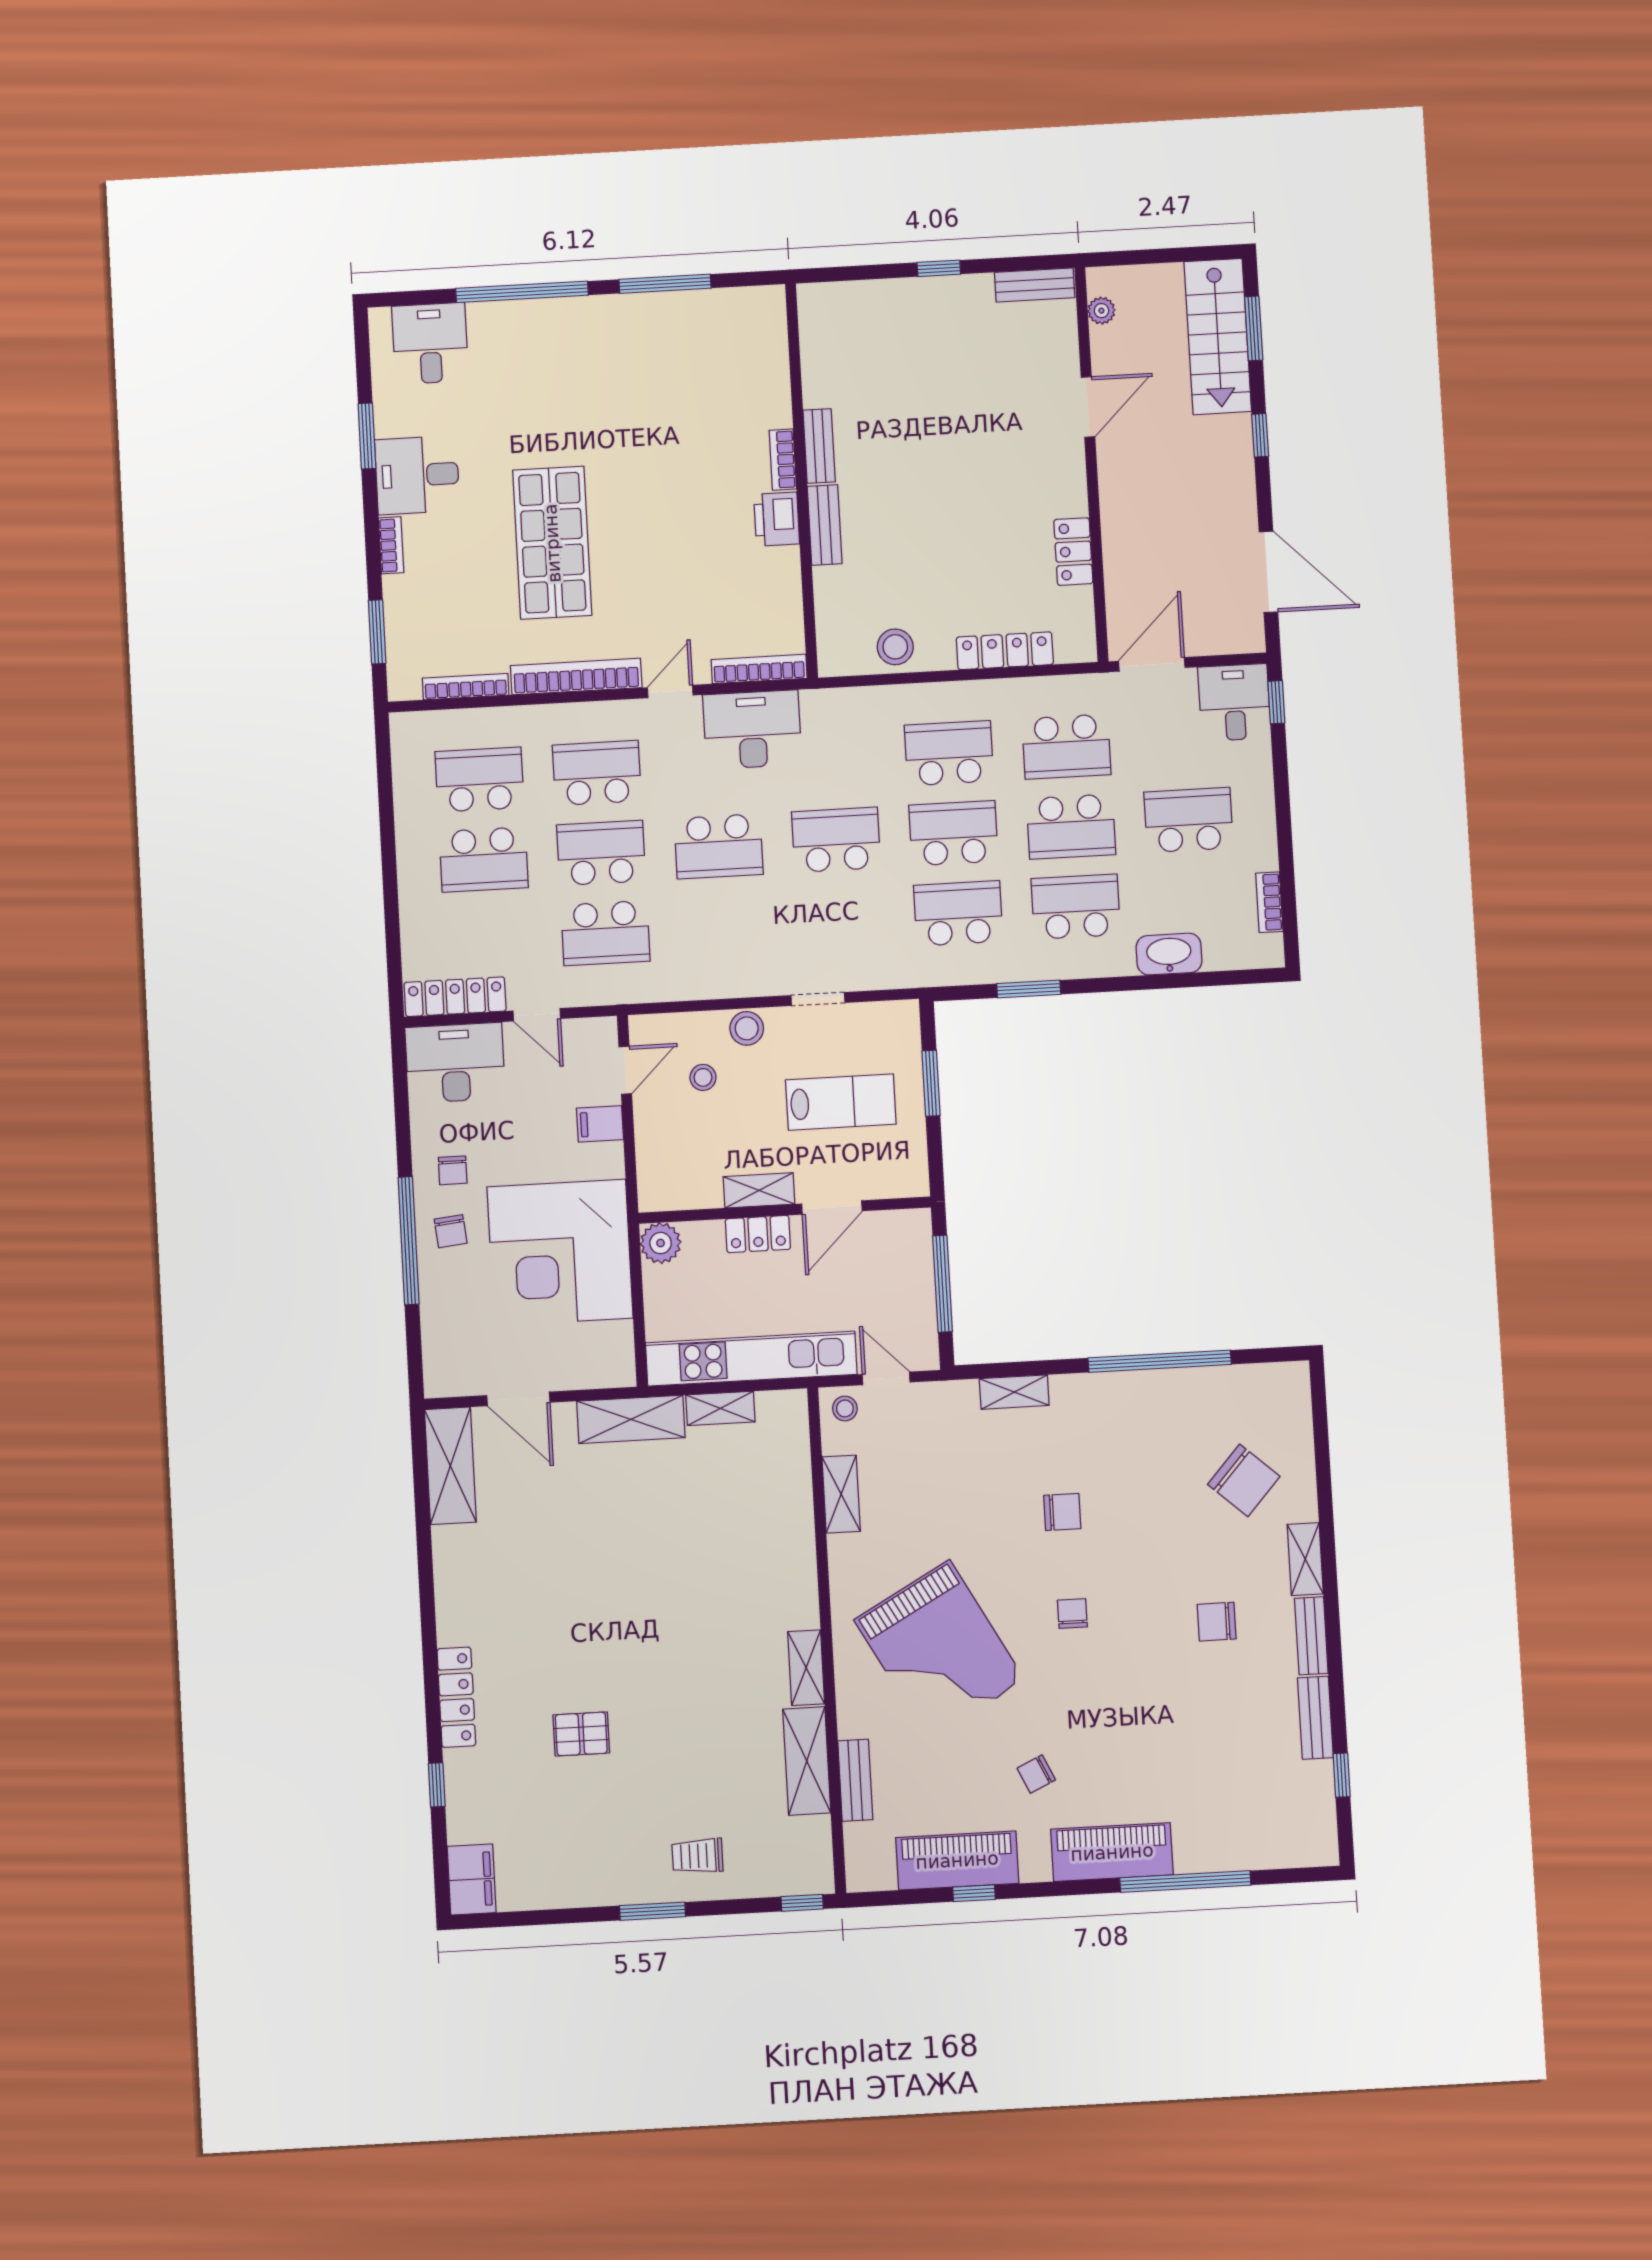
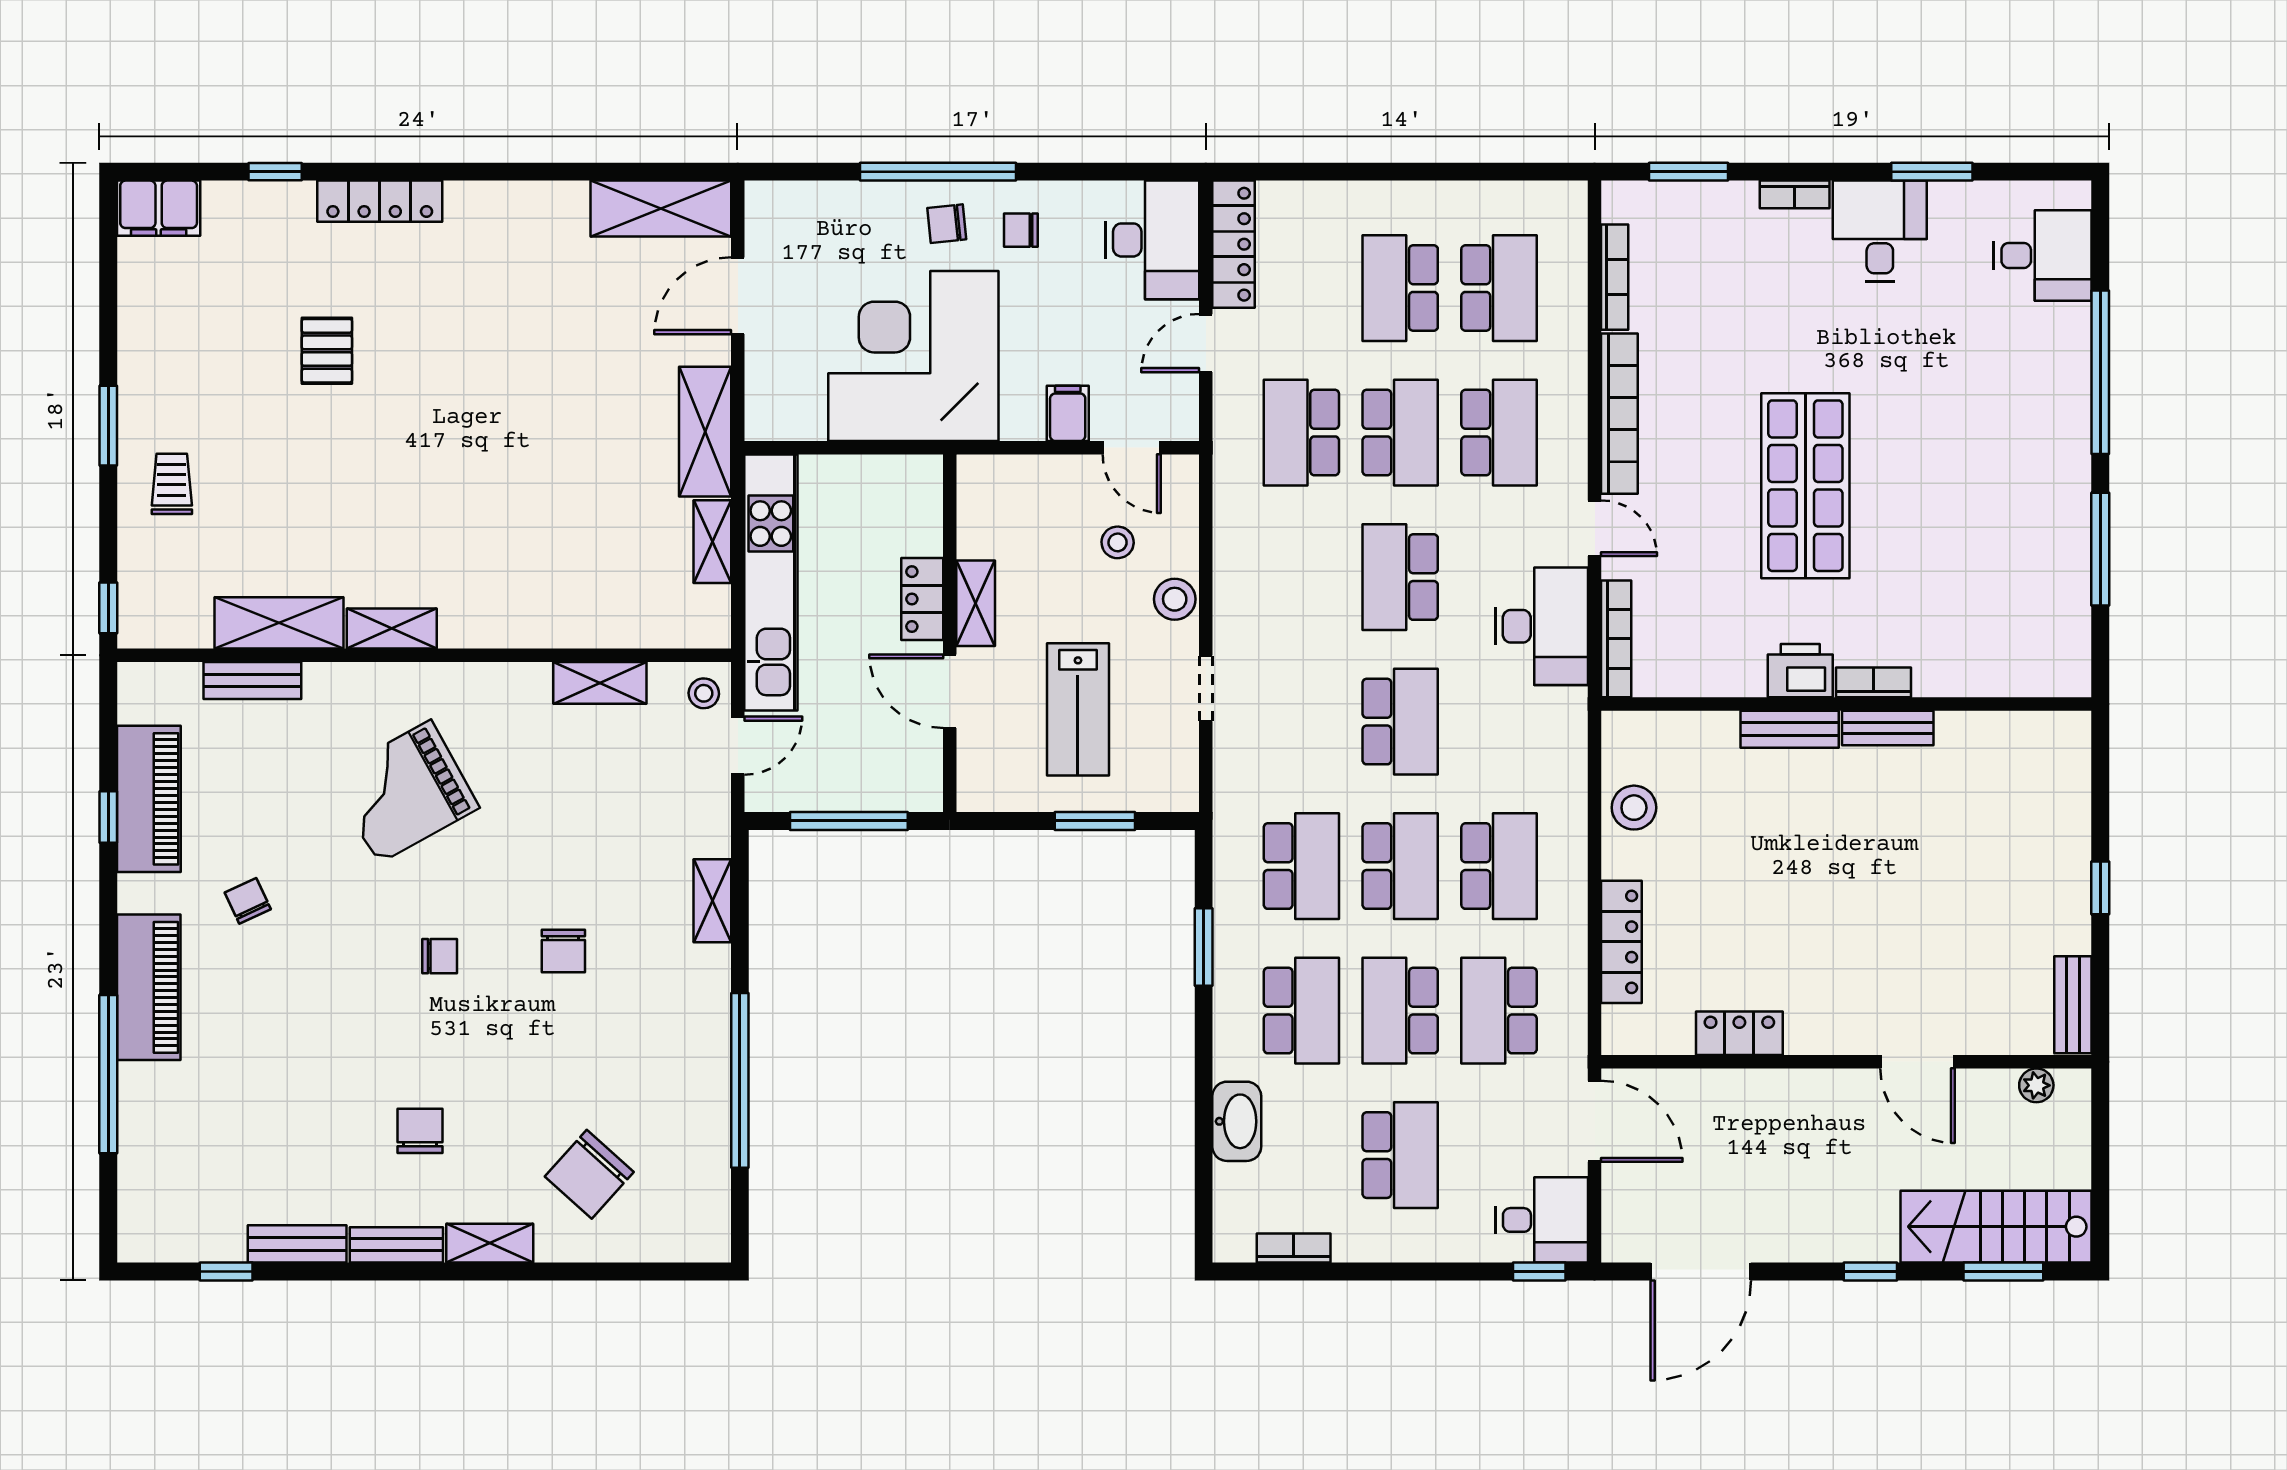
shop shelf: (552, 543) -> (1805, 486), moved, turned 90
plant: (661, 1243) -> (918, 479), removed
grand piano: (939, 1650) -> (404, 792), width x0.73, depth x0.68

